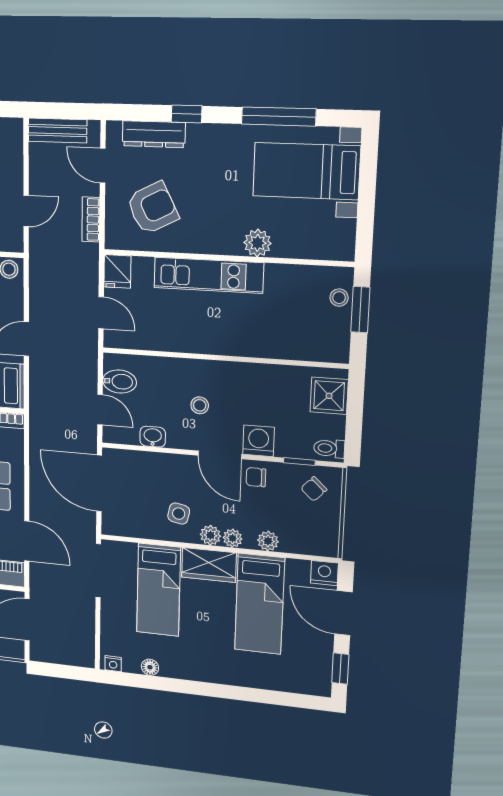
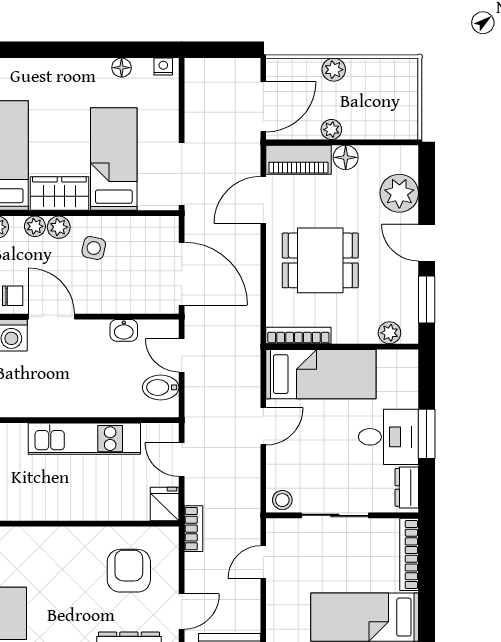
door: (103, 166) -> (182, 611), hinge flipped
armchair: (152, 208) -> (129, 571), turned 117
bookcase: (91, 219) -> (193, 529), moved
plant: (258, 243) -> (20, 540), removed
kitchen unit: (208, 275) -> (84, 439), moved, turned 180
stool: (200, 405) -> (74, 368), removed
door: (27, 541) -> (263, 200), hinge flipped

